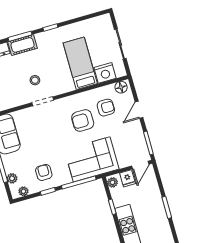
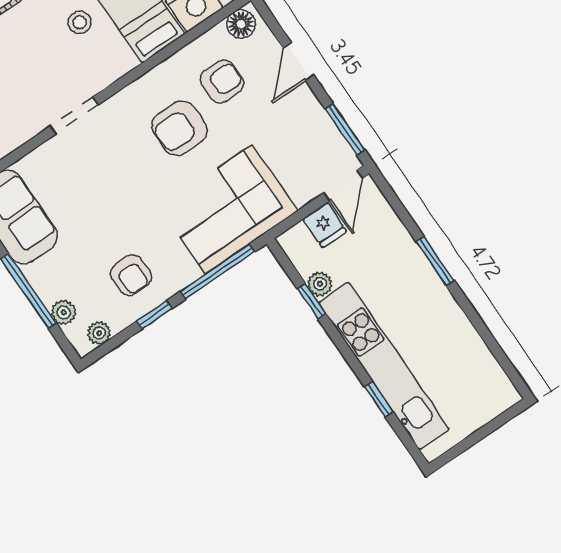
stool: (35, 80) -> (80, 22), moved
armchair: (44, 172) -> (131, 275), turned 180
plant: (113, 182) -> (320, 284), moved

